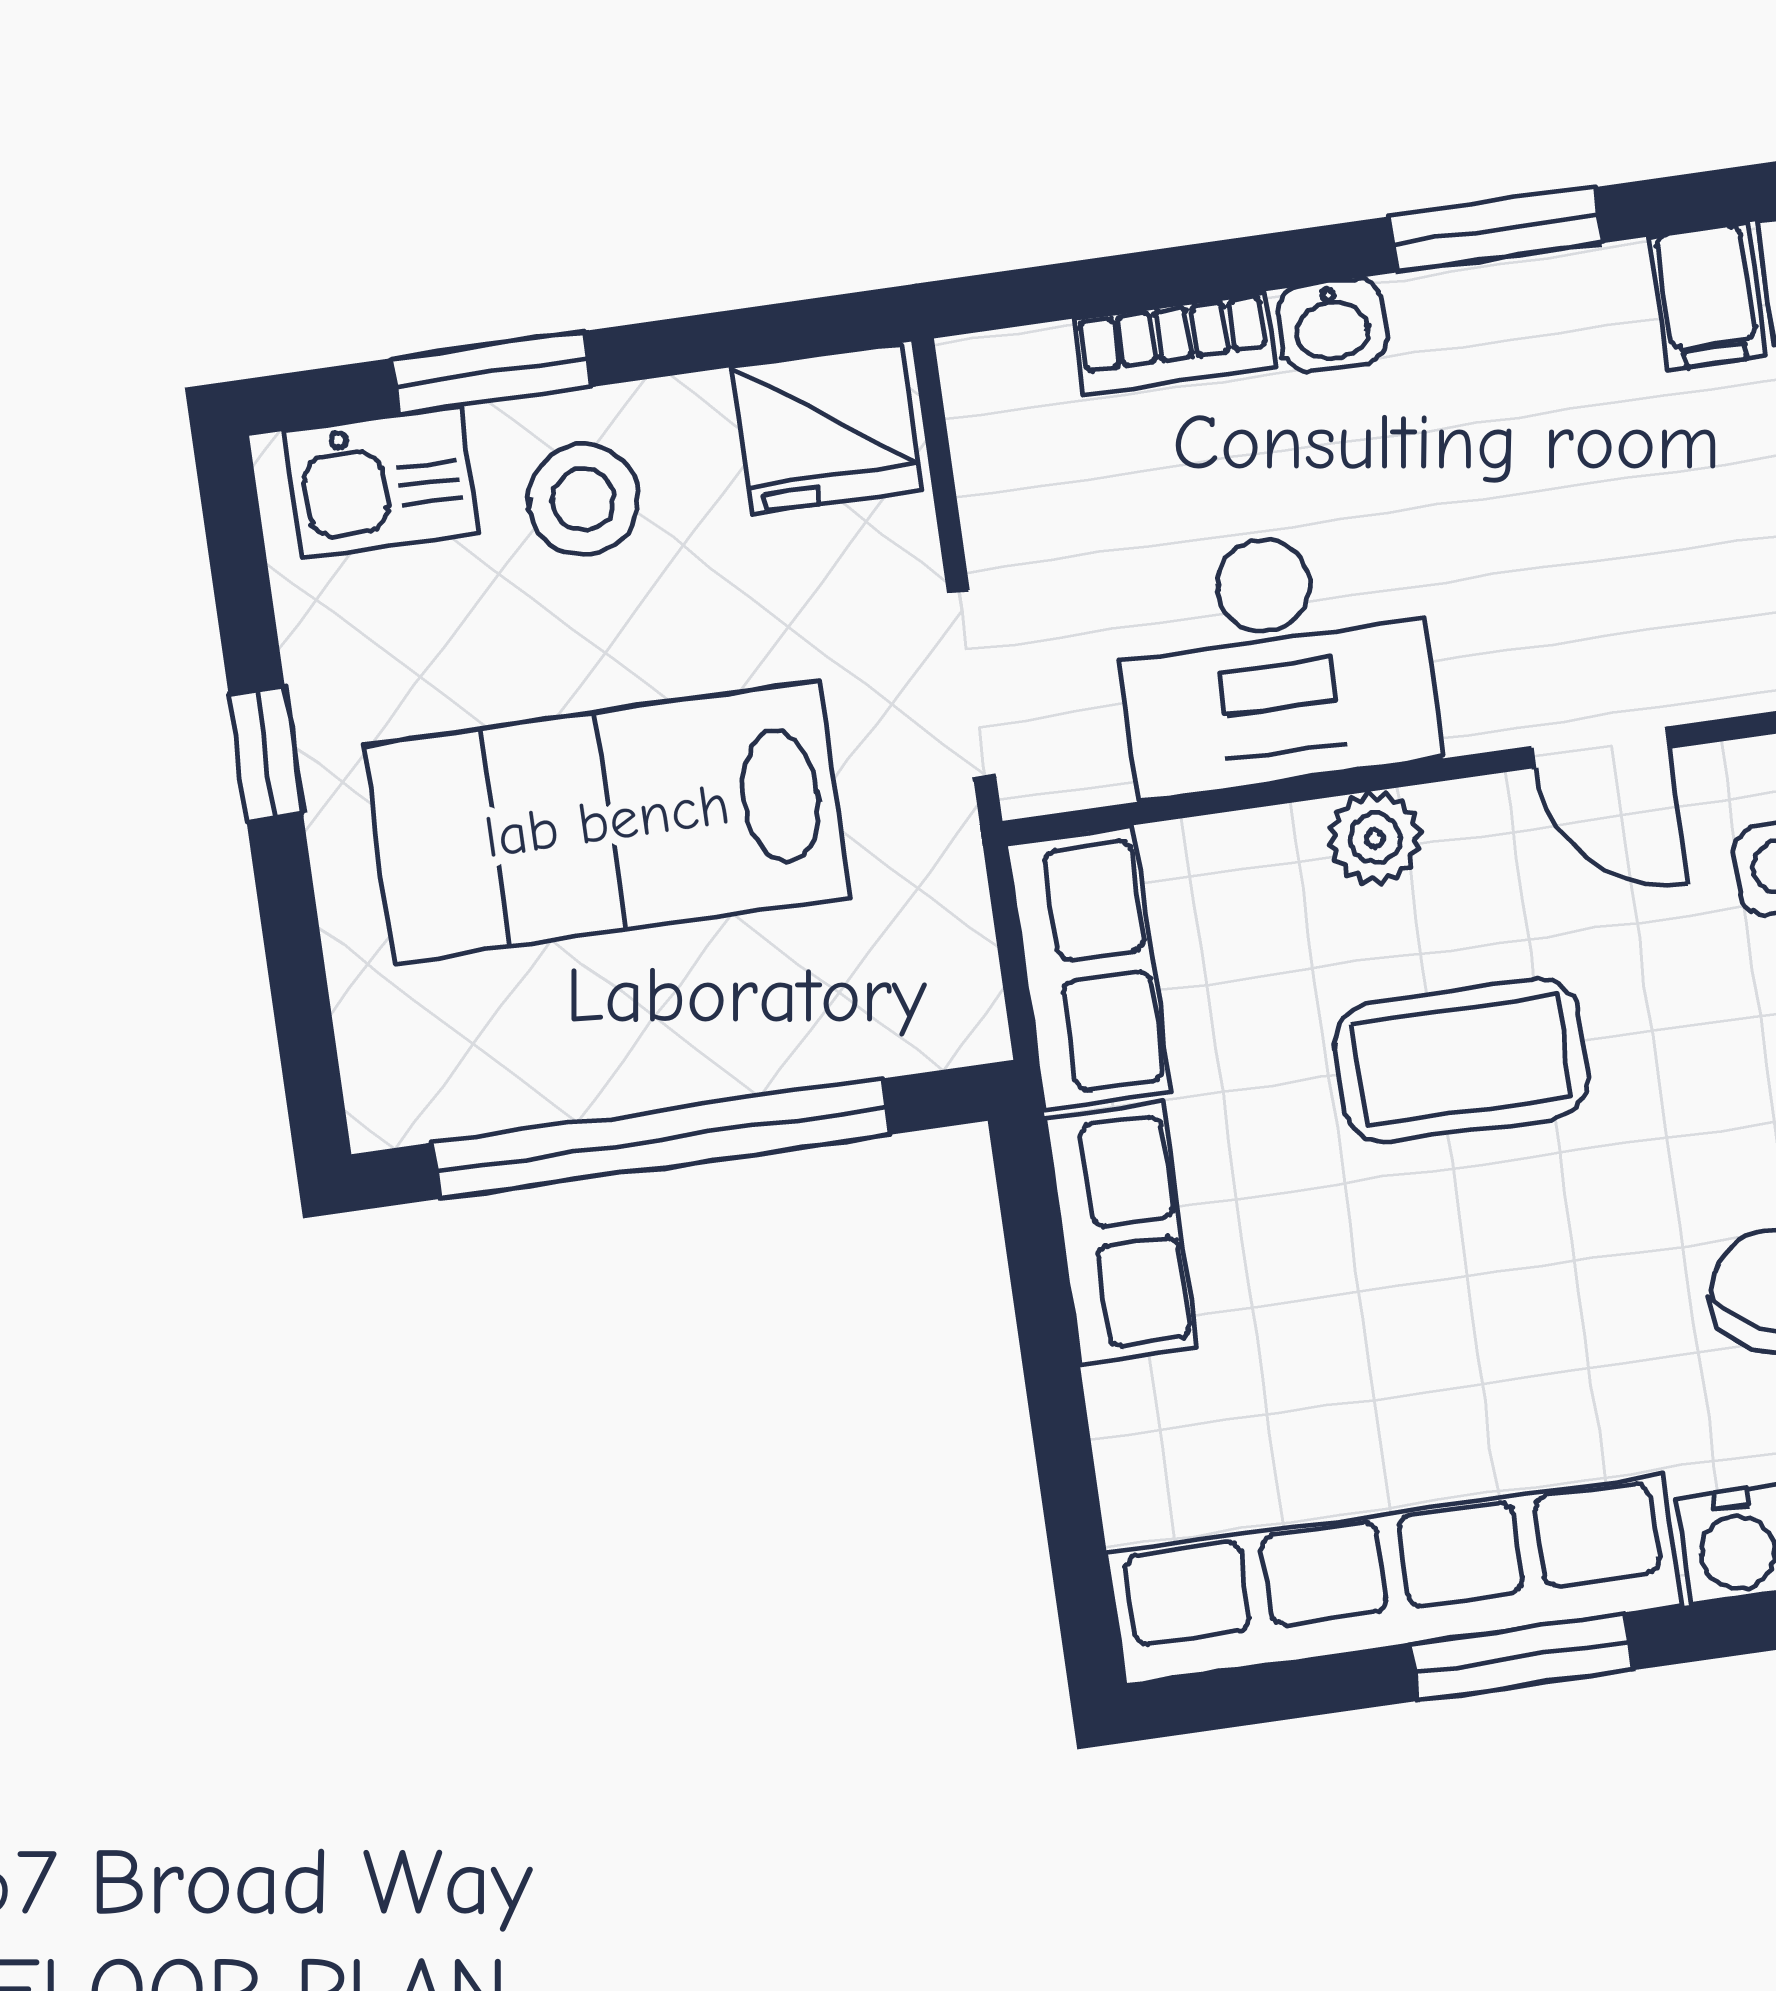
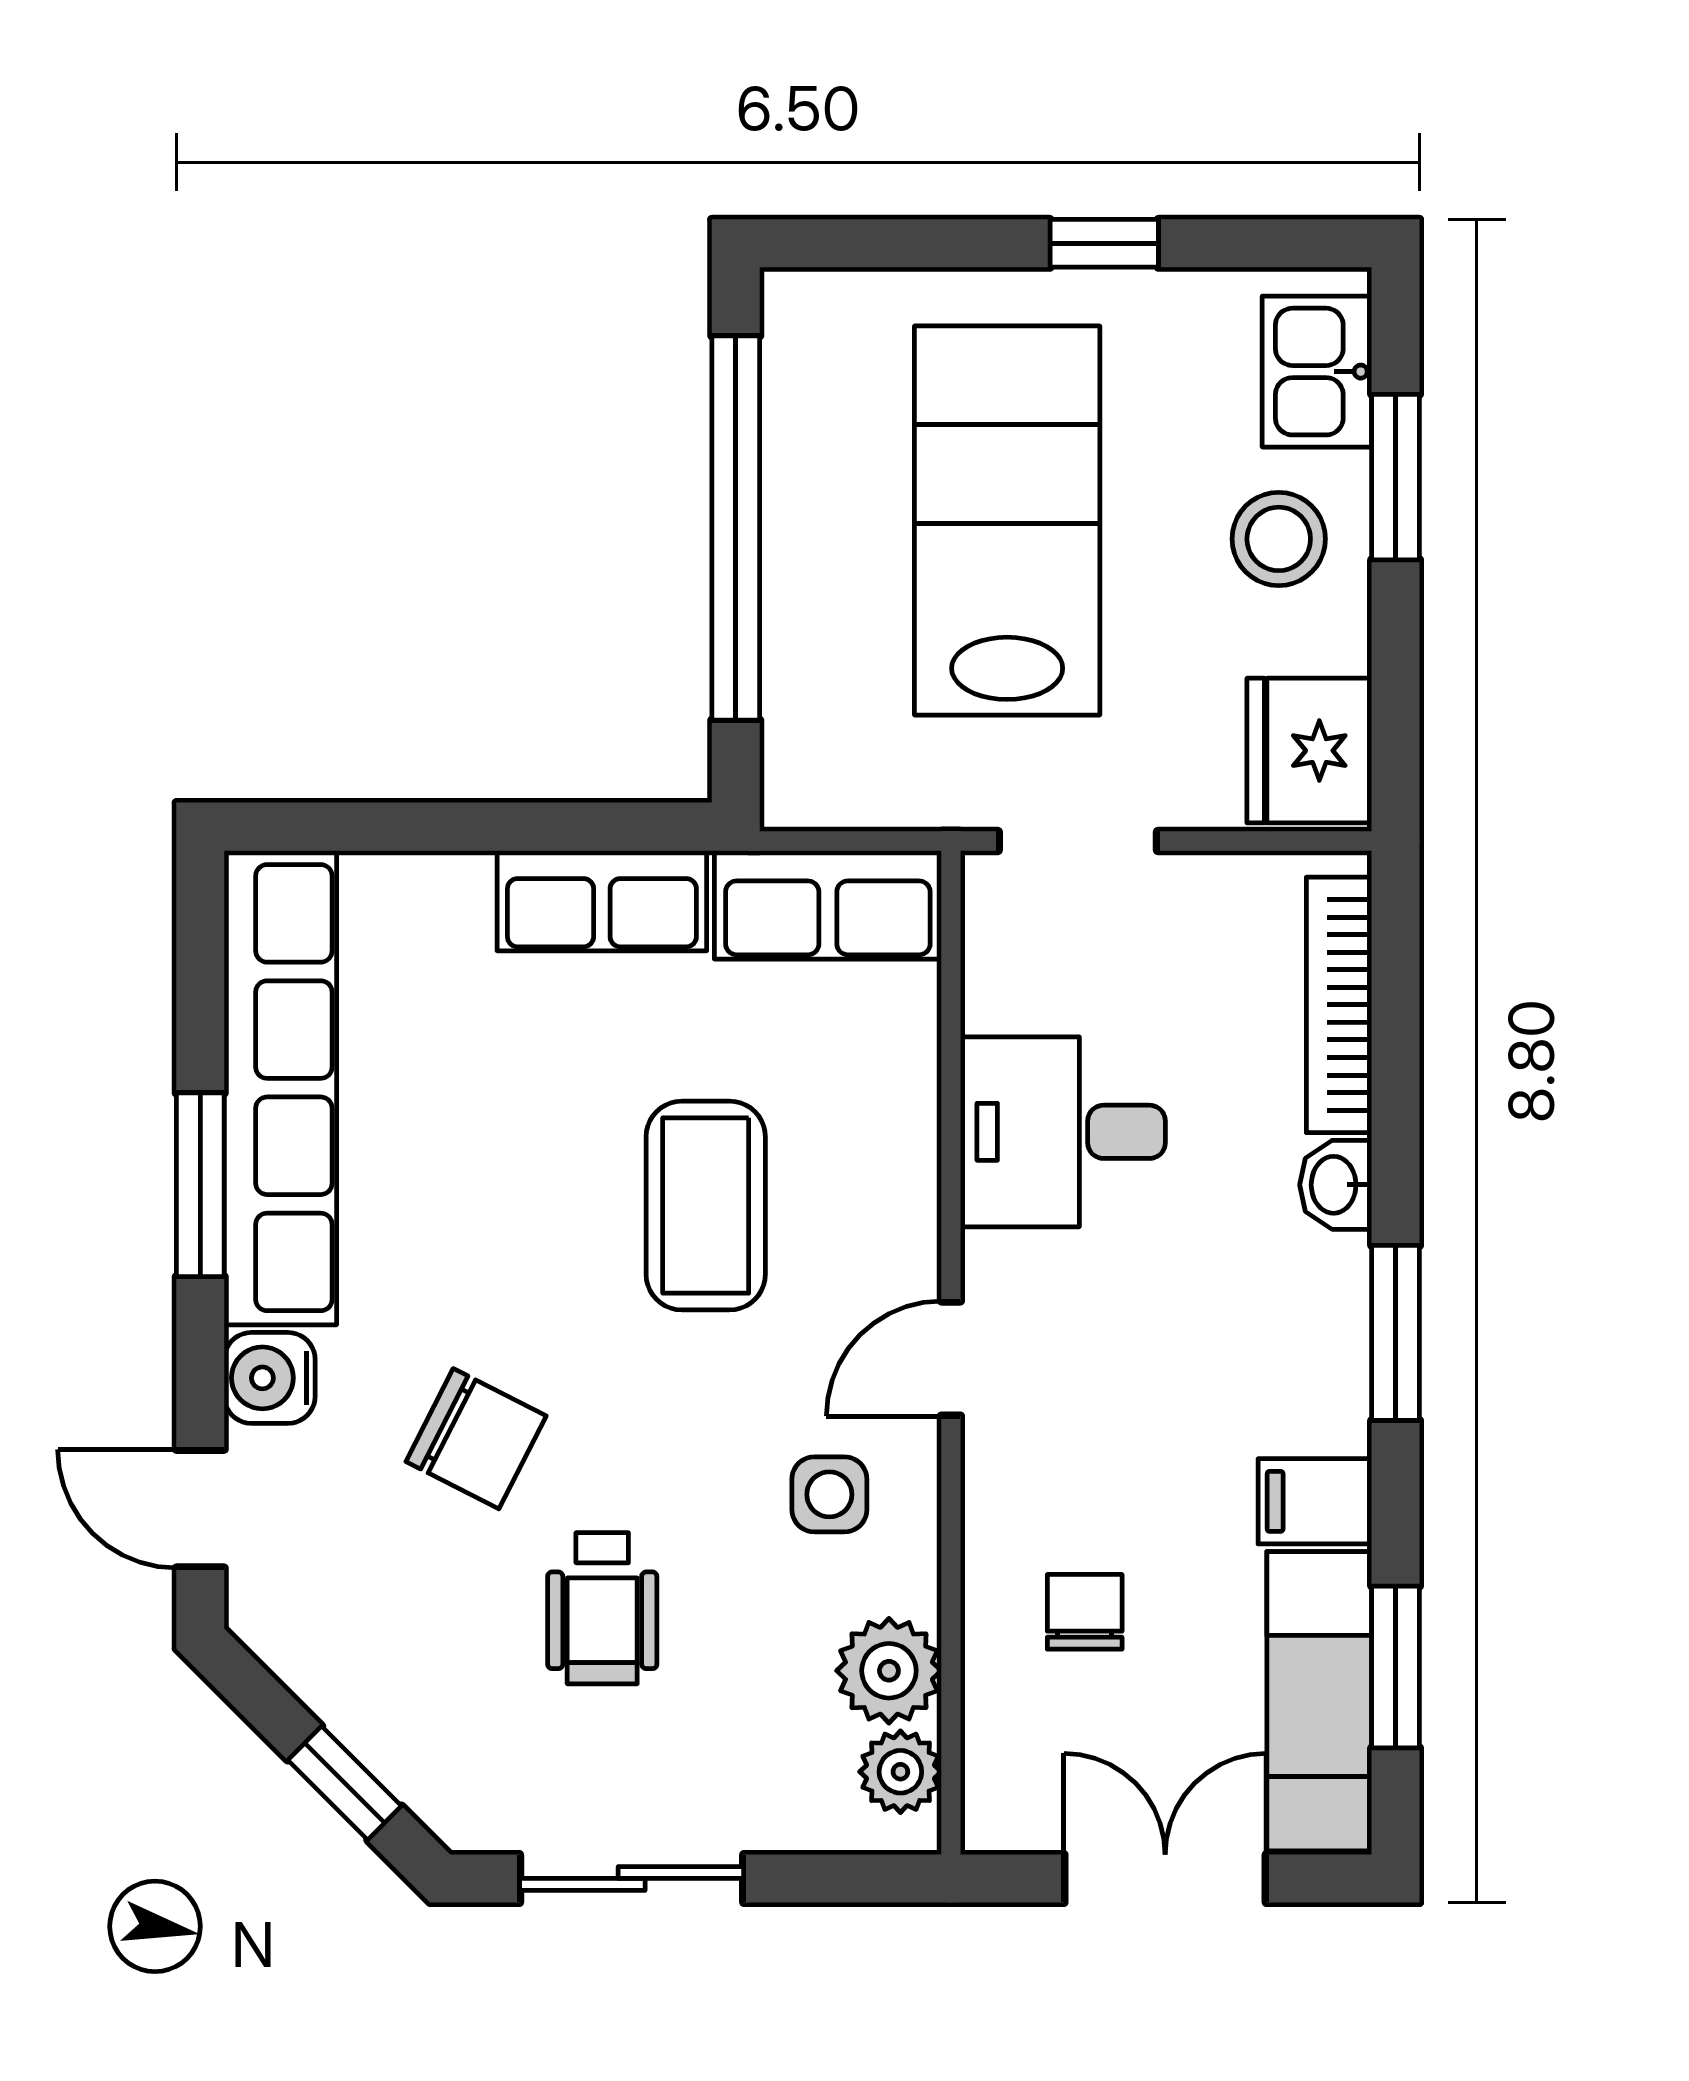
bookcase: (1174, 343) -> (1339, 1005), width x1.56
desk: (1274, 660) -> (1063, 1132), width x0.73
plant: (1375, 838) -> (902, 1160), removed

